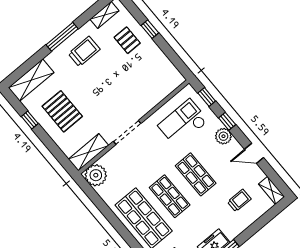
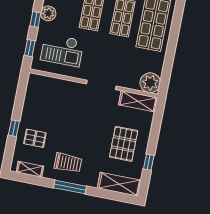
pallet: (127, 40) -> (35, 138), turned 90
trolley: (84, 51) -> (68, 163), turned 180

